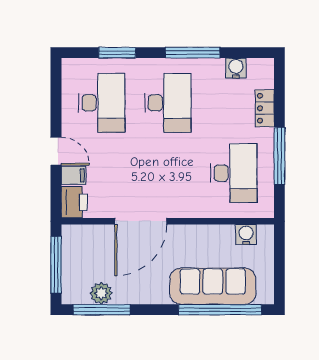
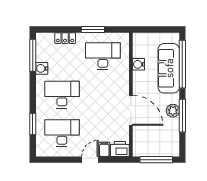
window: (193, 53) -> (33, 55), moved
water cooler: (236, 68) -> (42, 68), moved
window: (279, 156) -> (93, 30), width x0.69
water cooler: (246, 234) -> (139, 64), moved
plant: (101, 293) -> (173, 111), moved
window: (102, 310) -> (182, 116), moved

